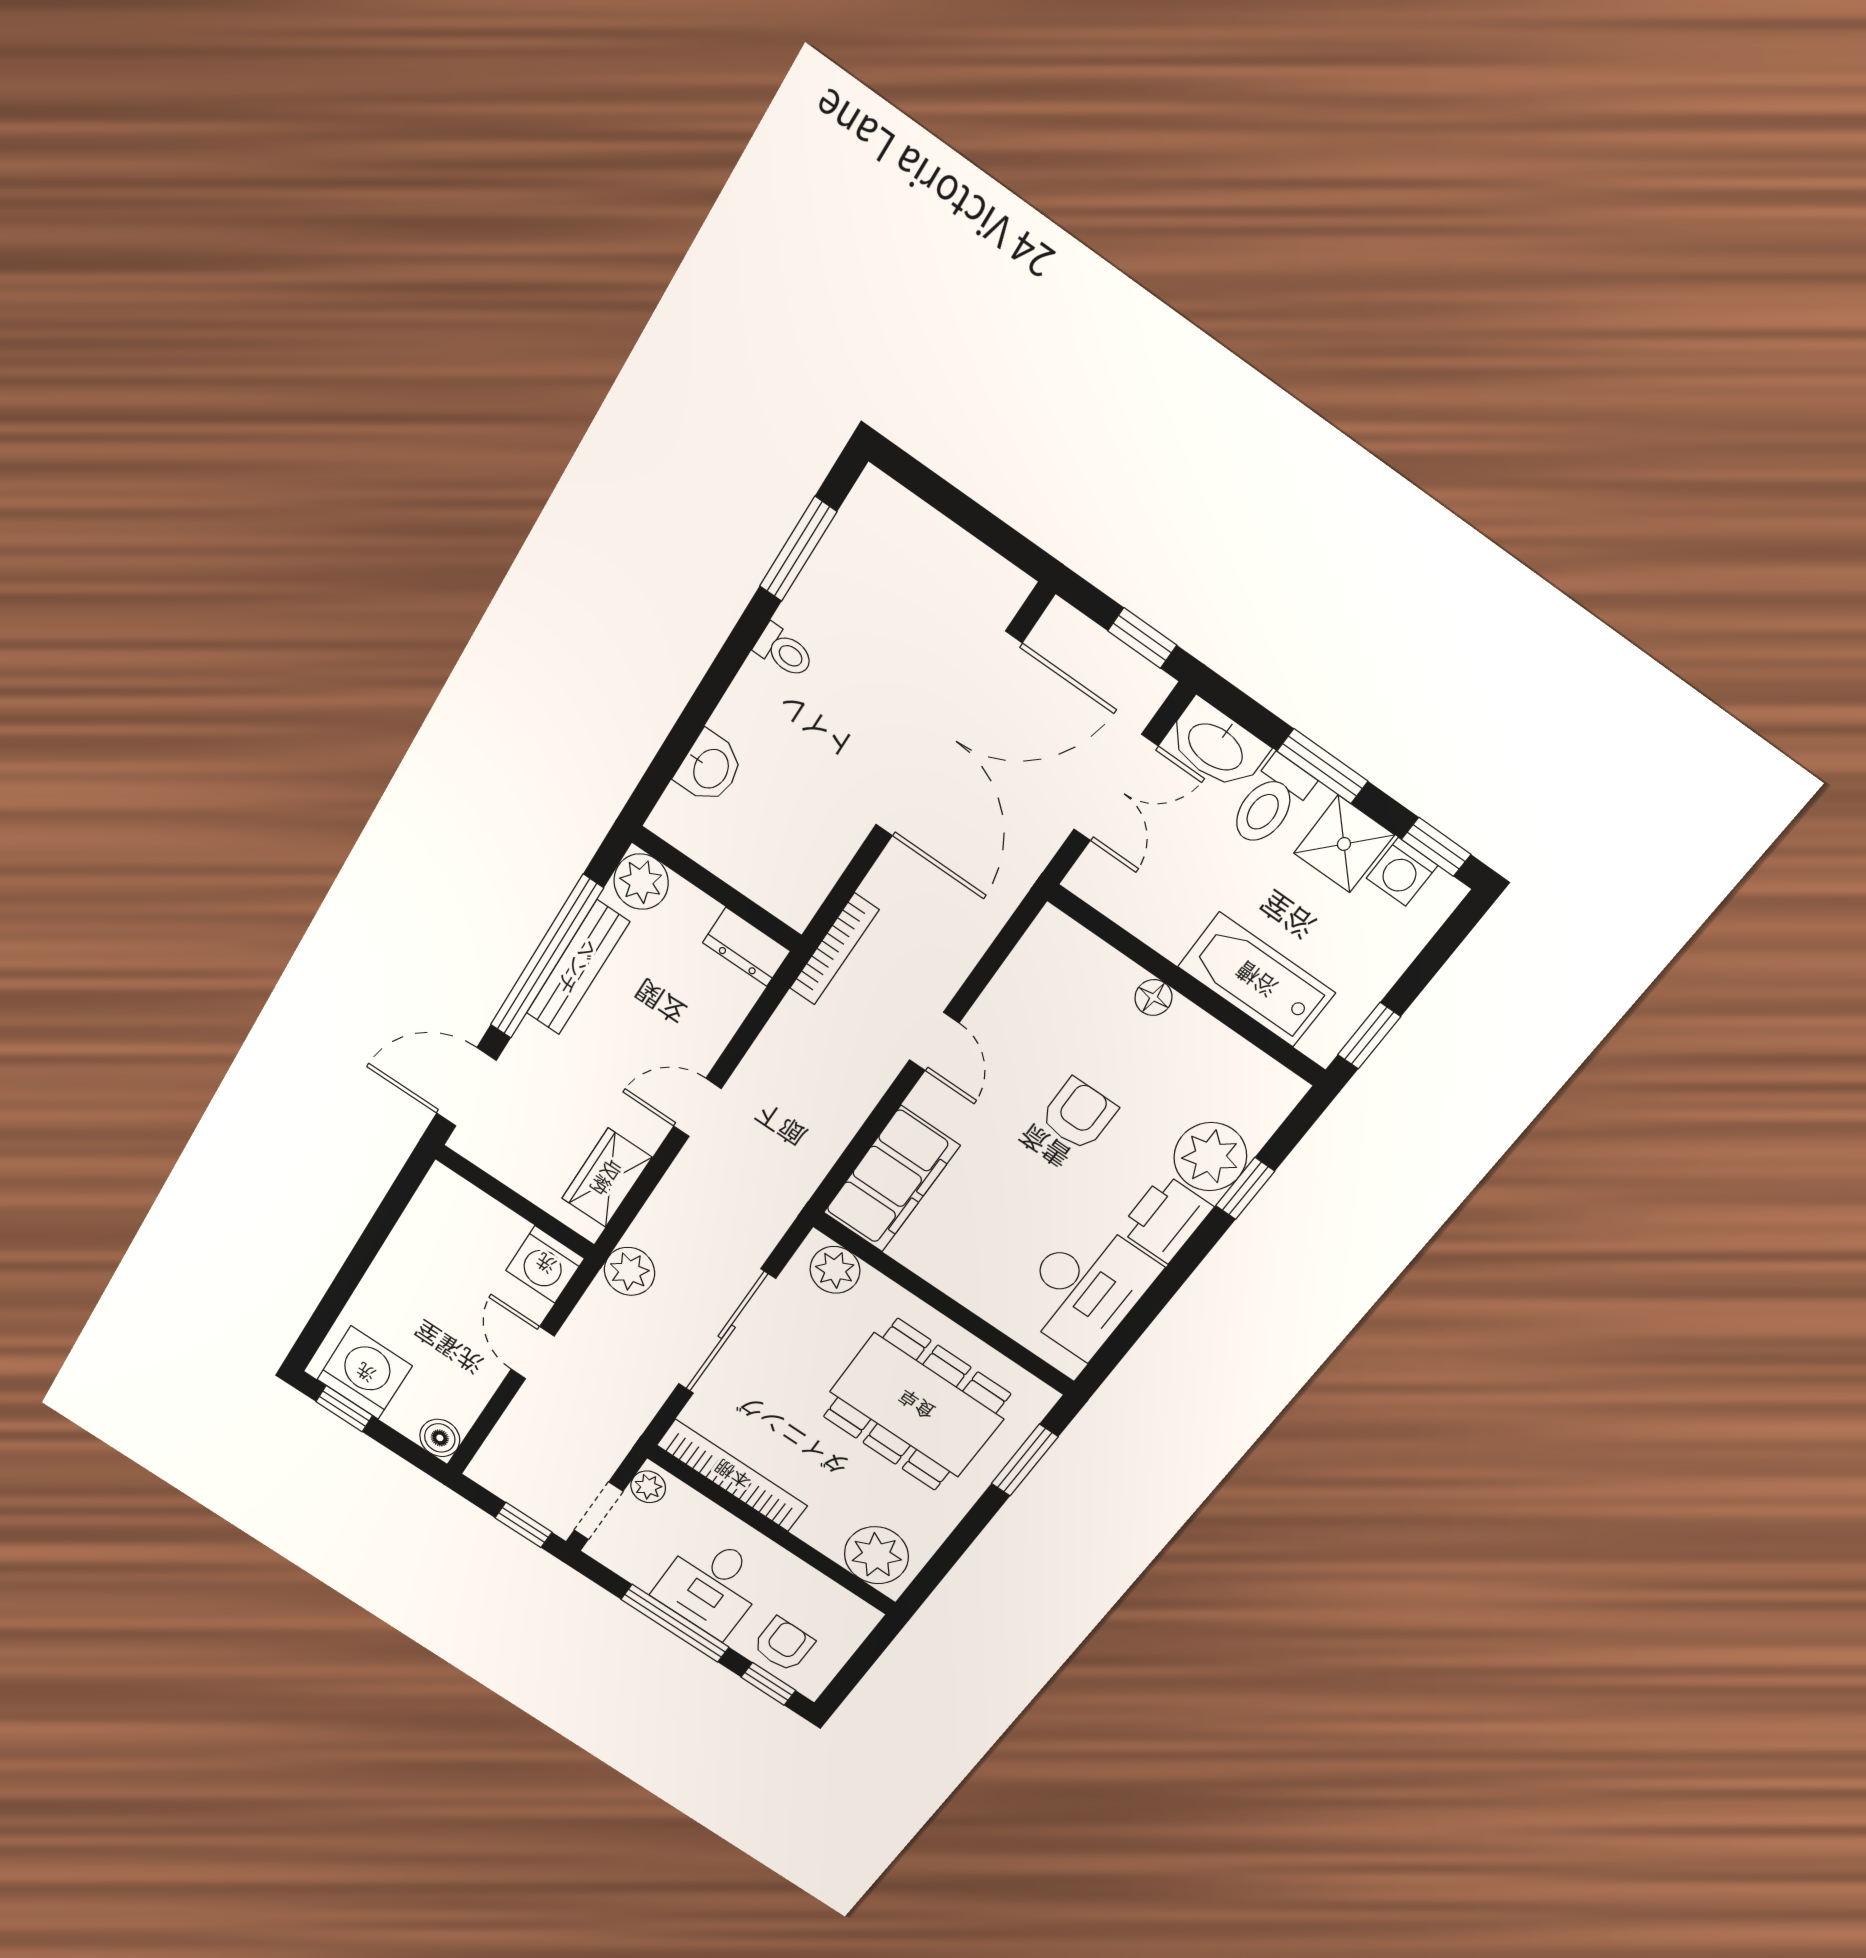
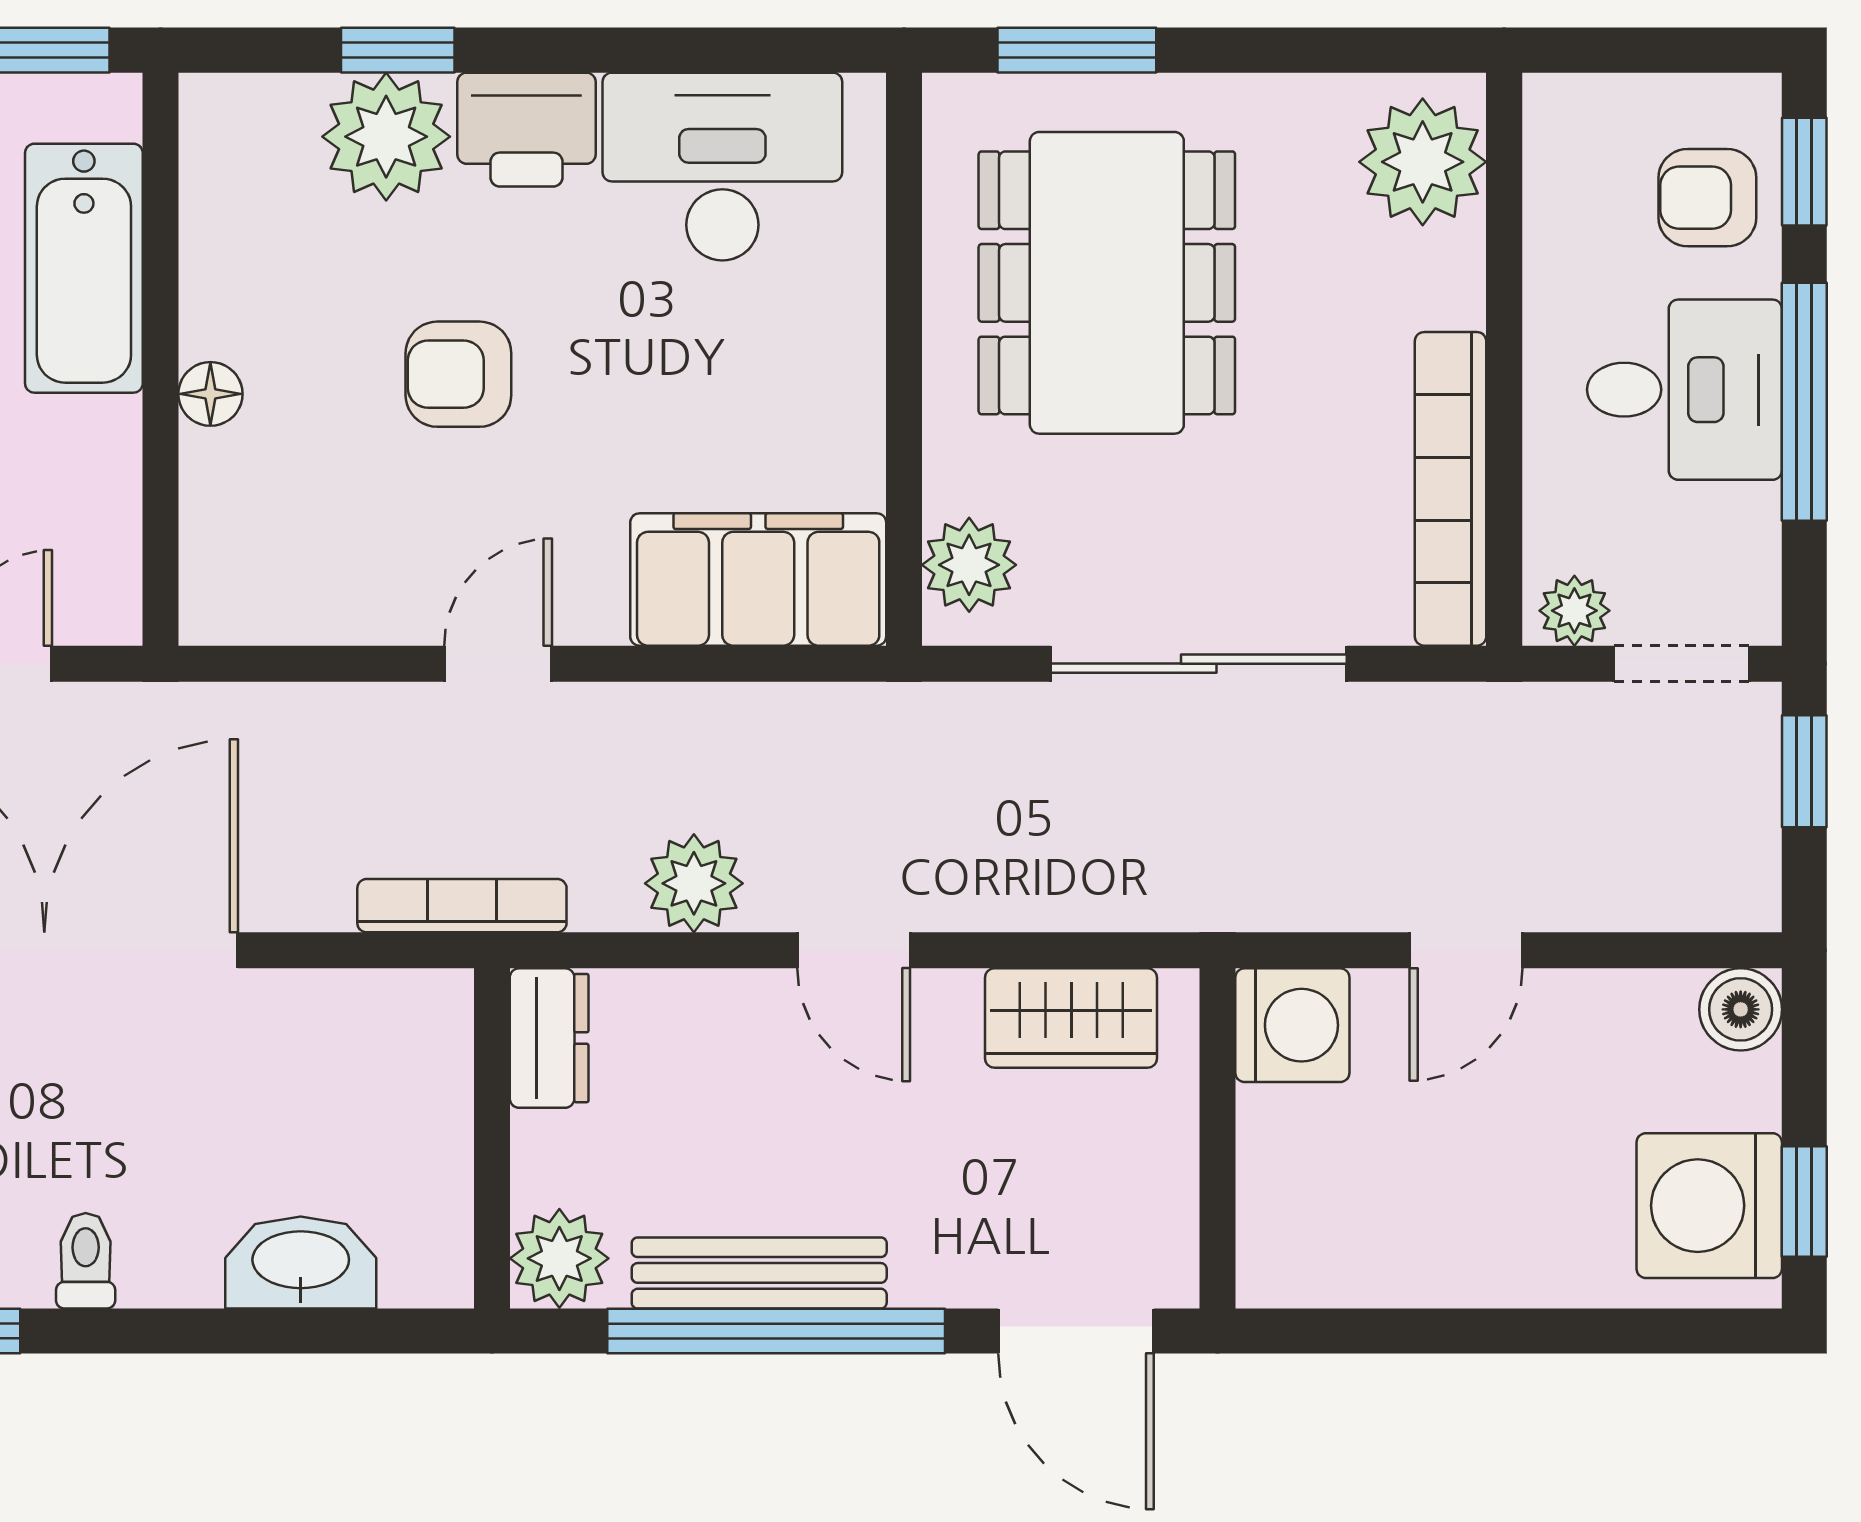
washbasin: (710, 768) -> (301, 1263), width x1.38
plant: (629, 1271) -> (694, 883), moved

